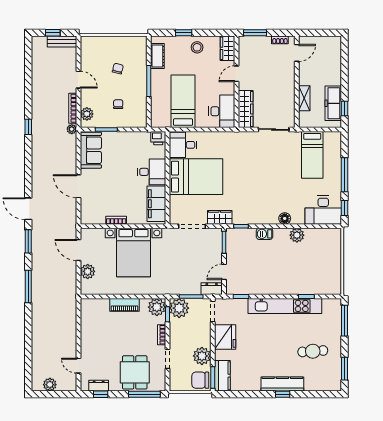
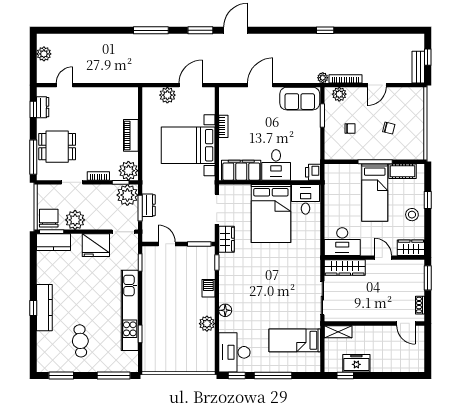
shelving: (304, 98) -> (338, 332), moved
bed: (183, 101) -> (375, 193), moved, turned 90
freezer: (333, 103) -> (356, 363), width x0.71
dresser: (212, 289) -> (149, 205), moved

